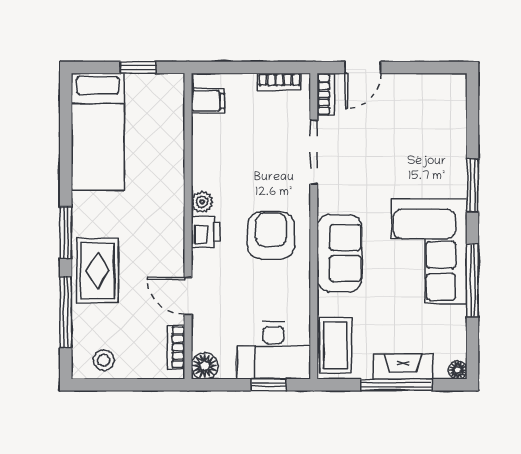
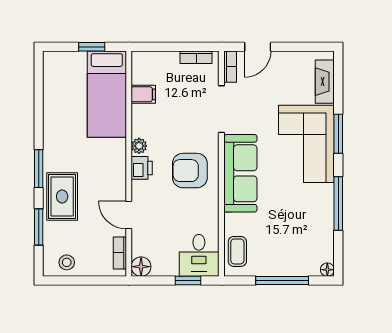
filing cabinet: (208, 101) -> (143, 94), moved
bed: (98, 132) -> (107, 94), moved
armchair: (271, 235) -> (190, 171), turned -90
corner sofa: (429, 251) -> (306, 144), moved
sofa: (340, 253) -> (240, 173), width x1.36
window: (66, 312) -> (39, 227), width x0.69
coffee table: (335, 345) -> (237, 251), width x0.73, depth x0.77
desk: (273, 351) -> (199, 255), width x0.73
fireplace: (403, 367) -> (325, 82), moved, turned -90

